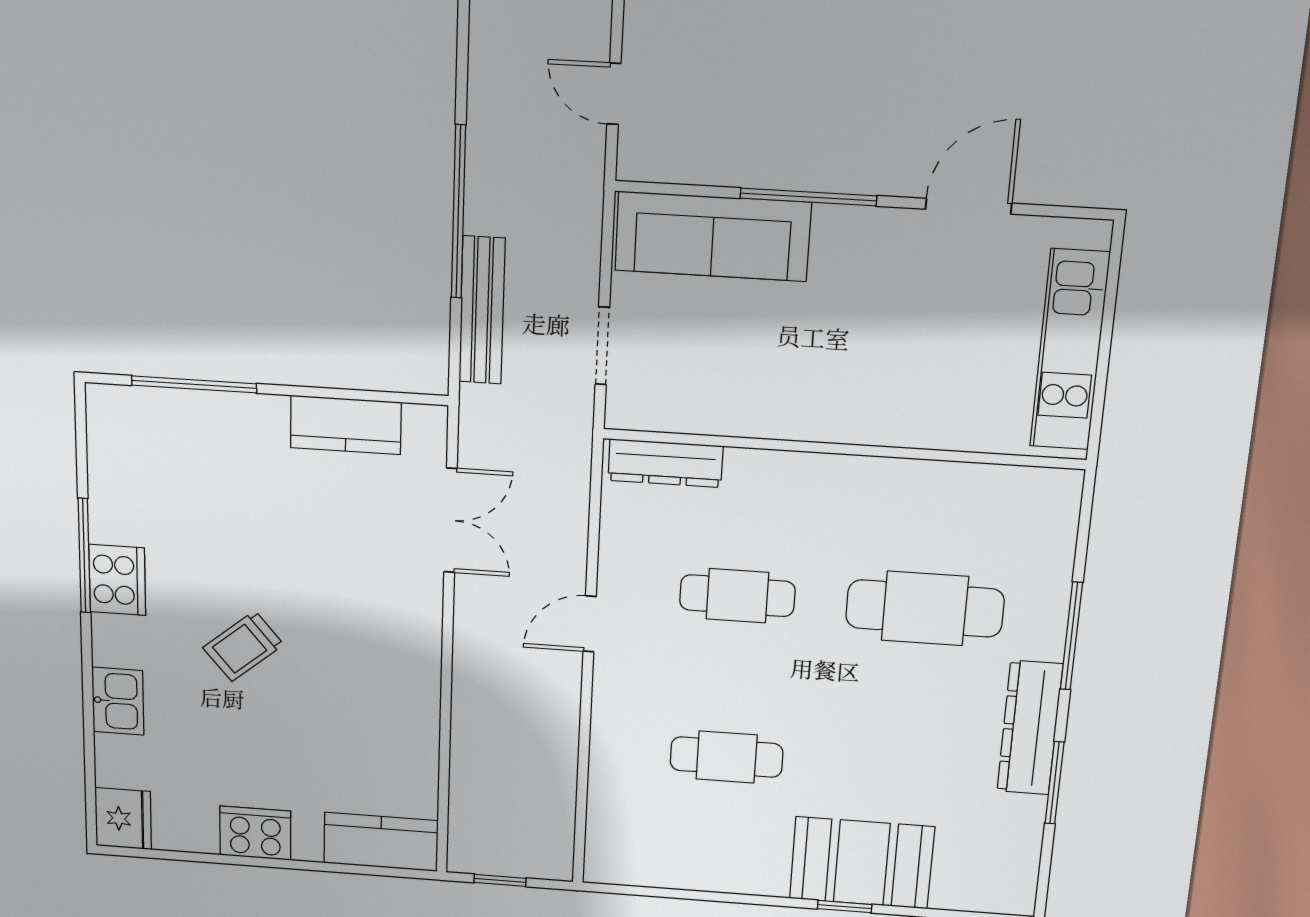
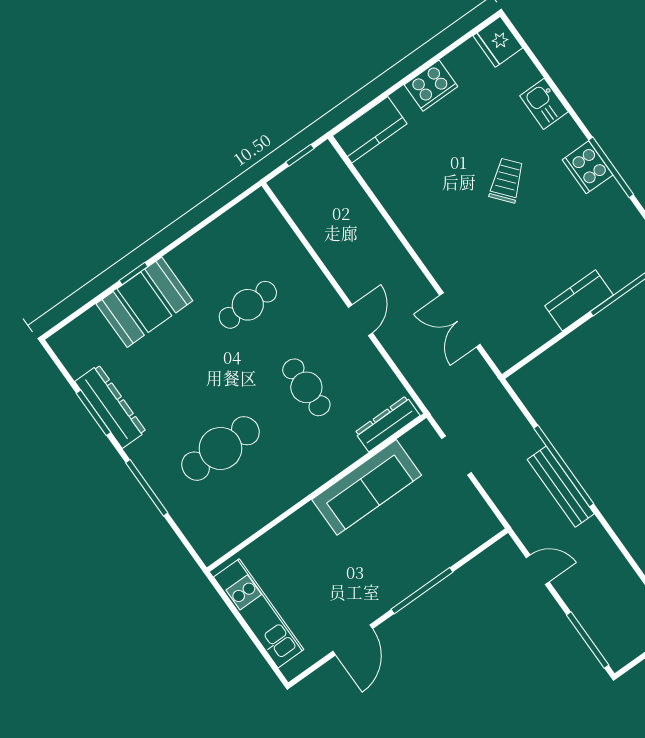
sofa: (713, 236) -> (367, 487), moved, turned 180
bench: (482, 310) -> (561, 487), moved
kitchen counter: (346, 425) -> (579, 300), moved
cafe table: (737, 596) -> (306, 387), turned 90
dresser: (1030, 728) -> (110, 407), moved

